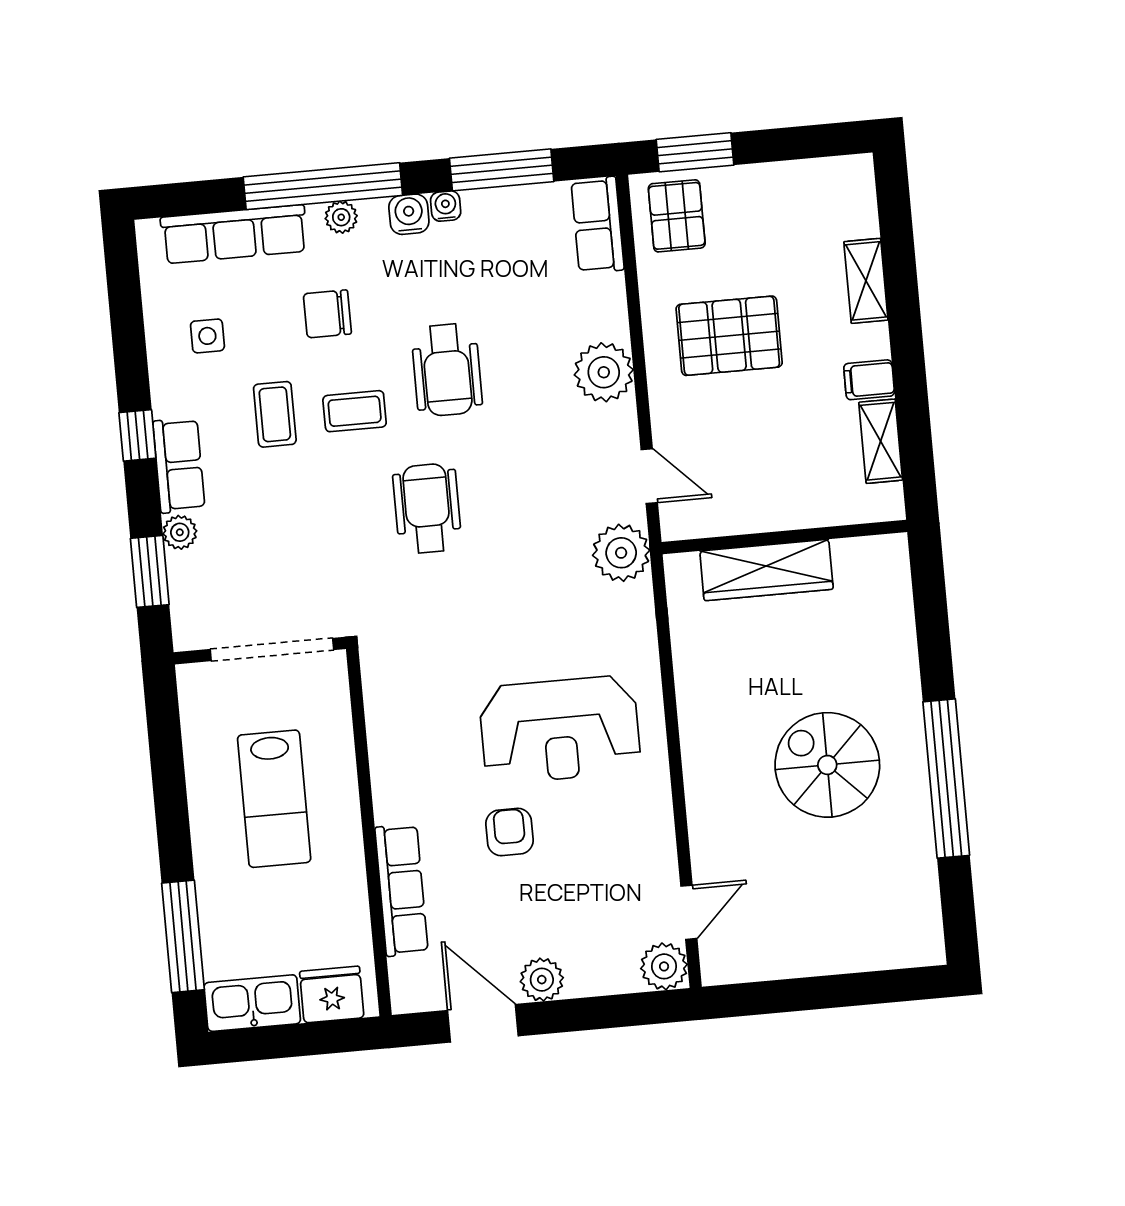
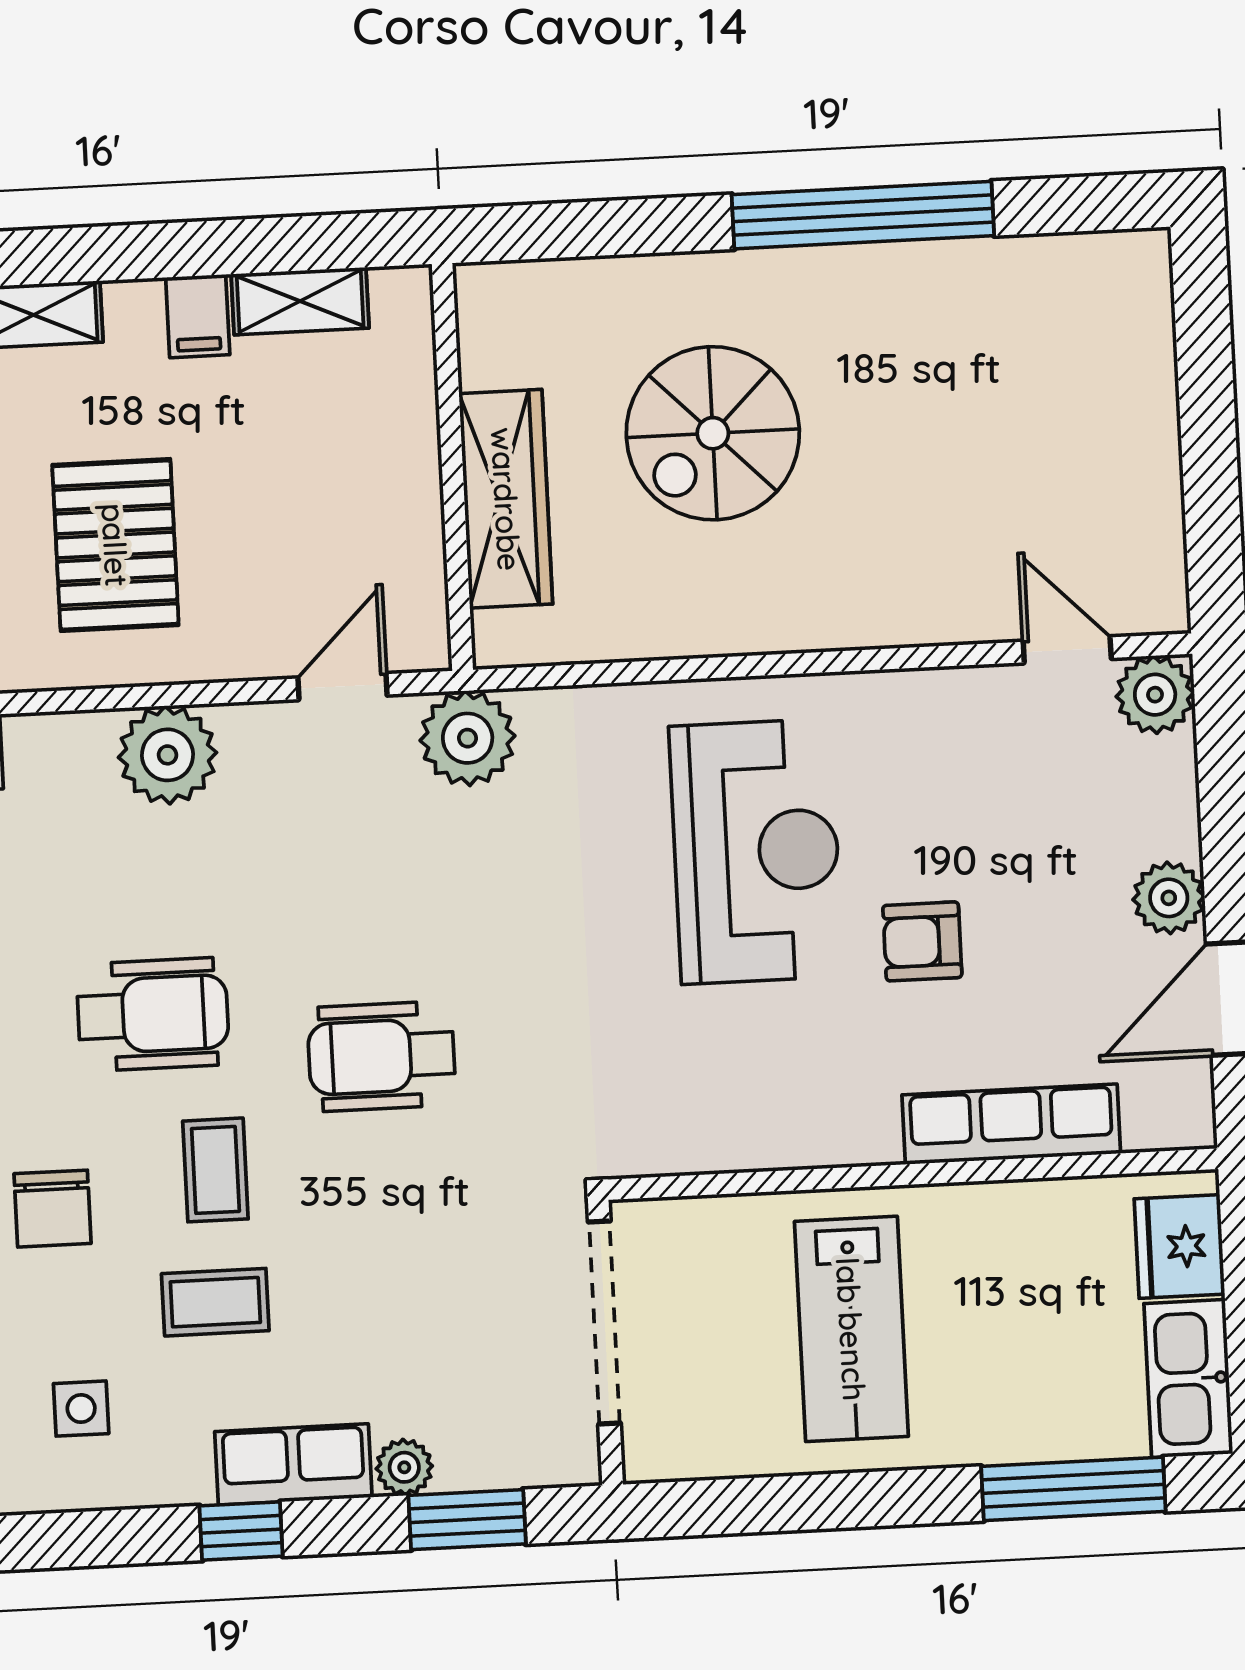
spiral stairs: (827, 765) -> (713, 433), moved
lab bench: (274, 799) -> (851, 1329), turned 90

